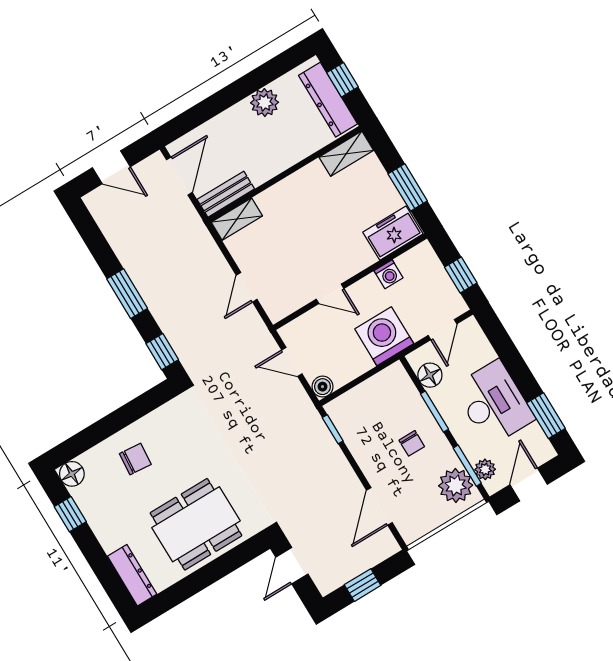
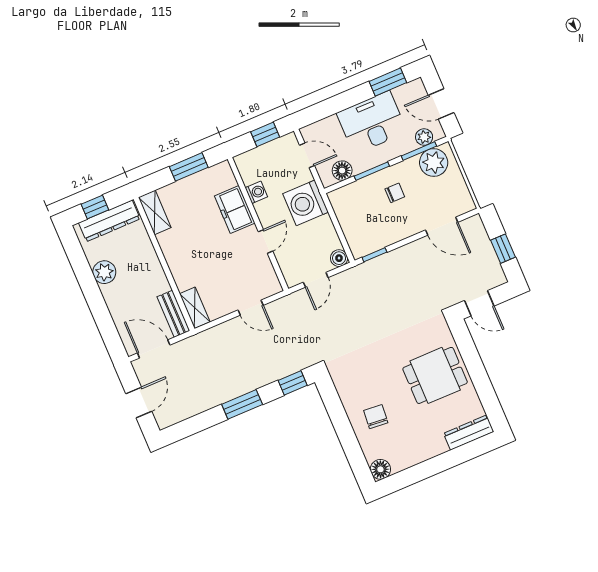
freezer: (393, 233) -> (235, 210), moved
window: (70, 514) -> (413, 475), removed
dining table: (196, 524) -> (435, 375), width x0.73

